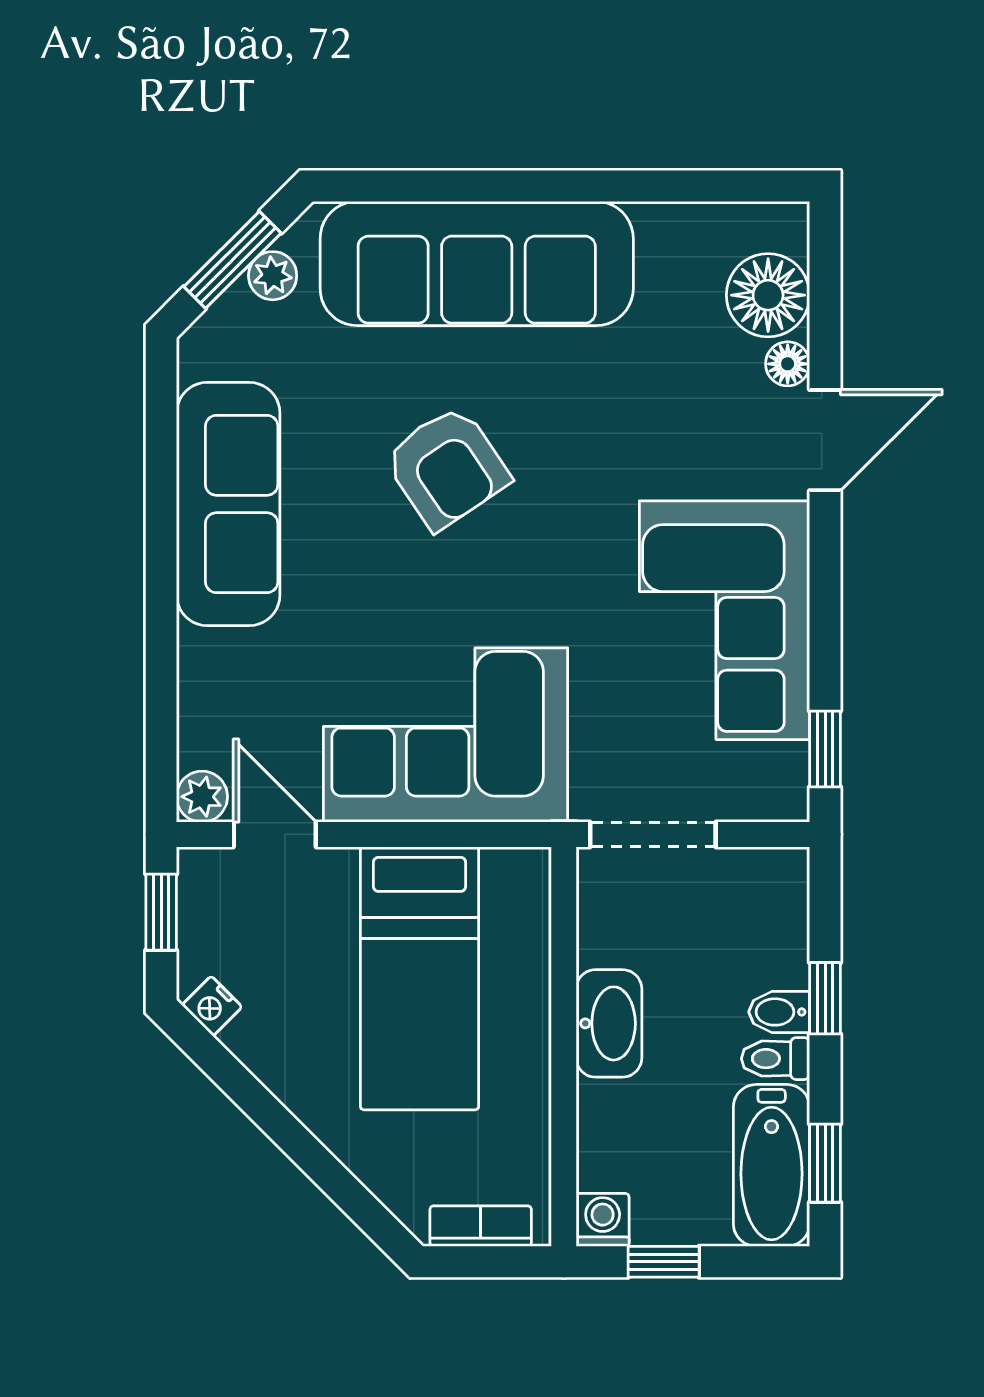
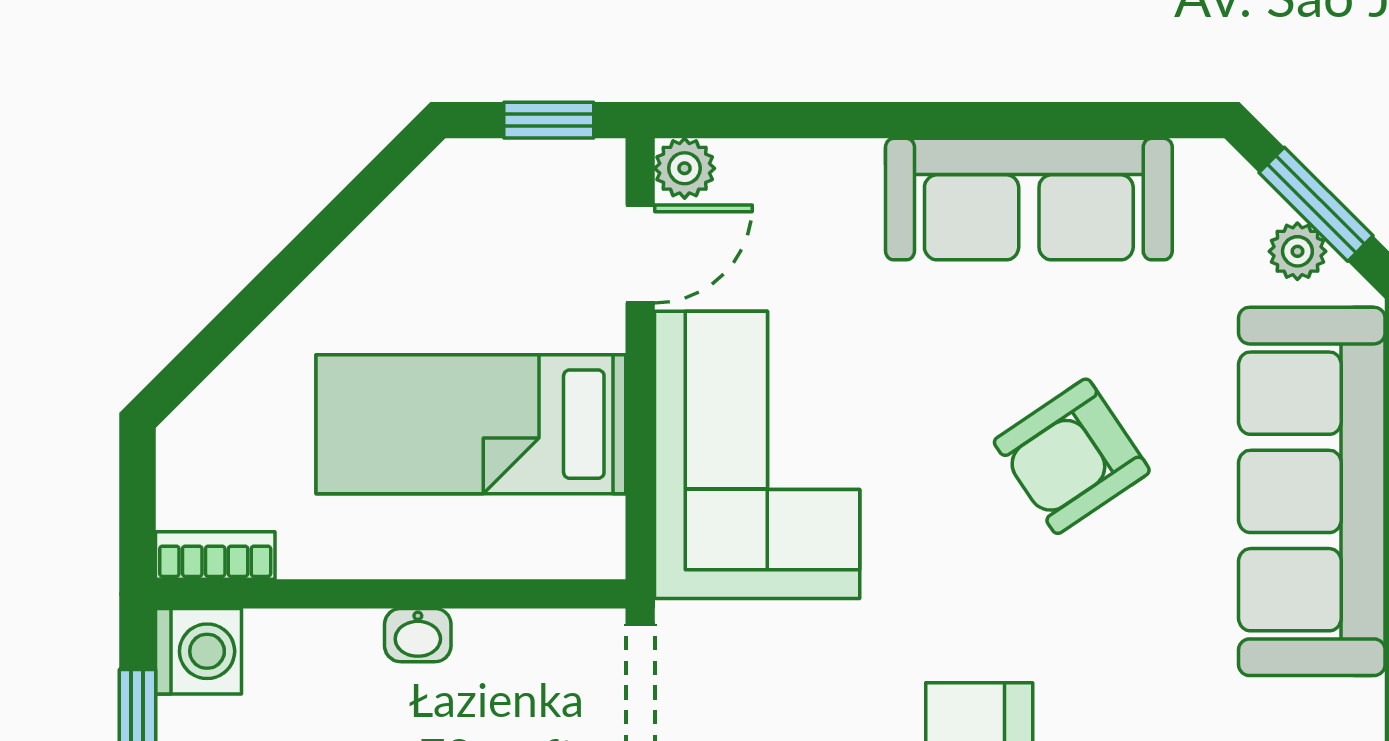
nightstand: (212, 1006) -> (438, 180), removed
washbasin: (609, 1023) -> (418, 635), width x0.52, depth x0.69
washing machine: (603, 1220) -> (198, 651), width x1.38, depth x1.38
bookcase: (481, 1226) -> (215, 556), moved, turned -90

